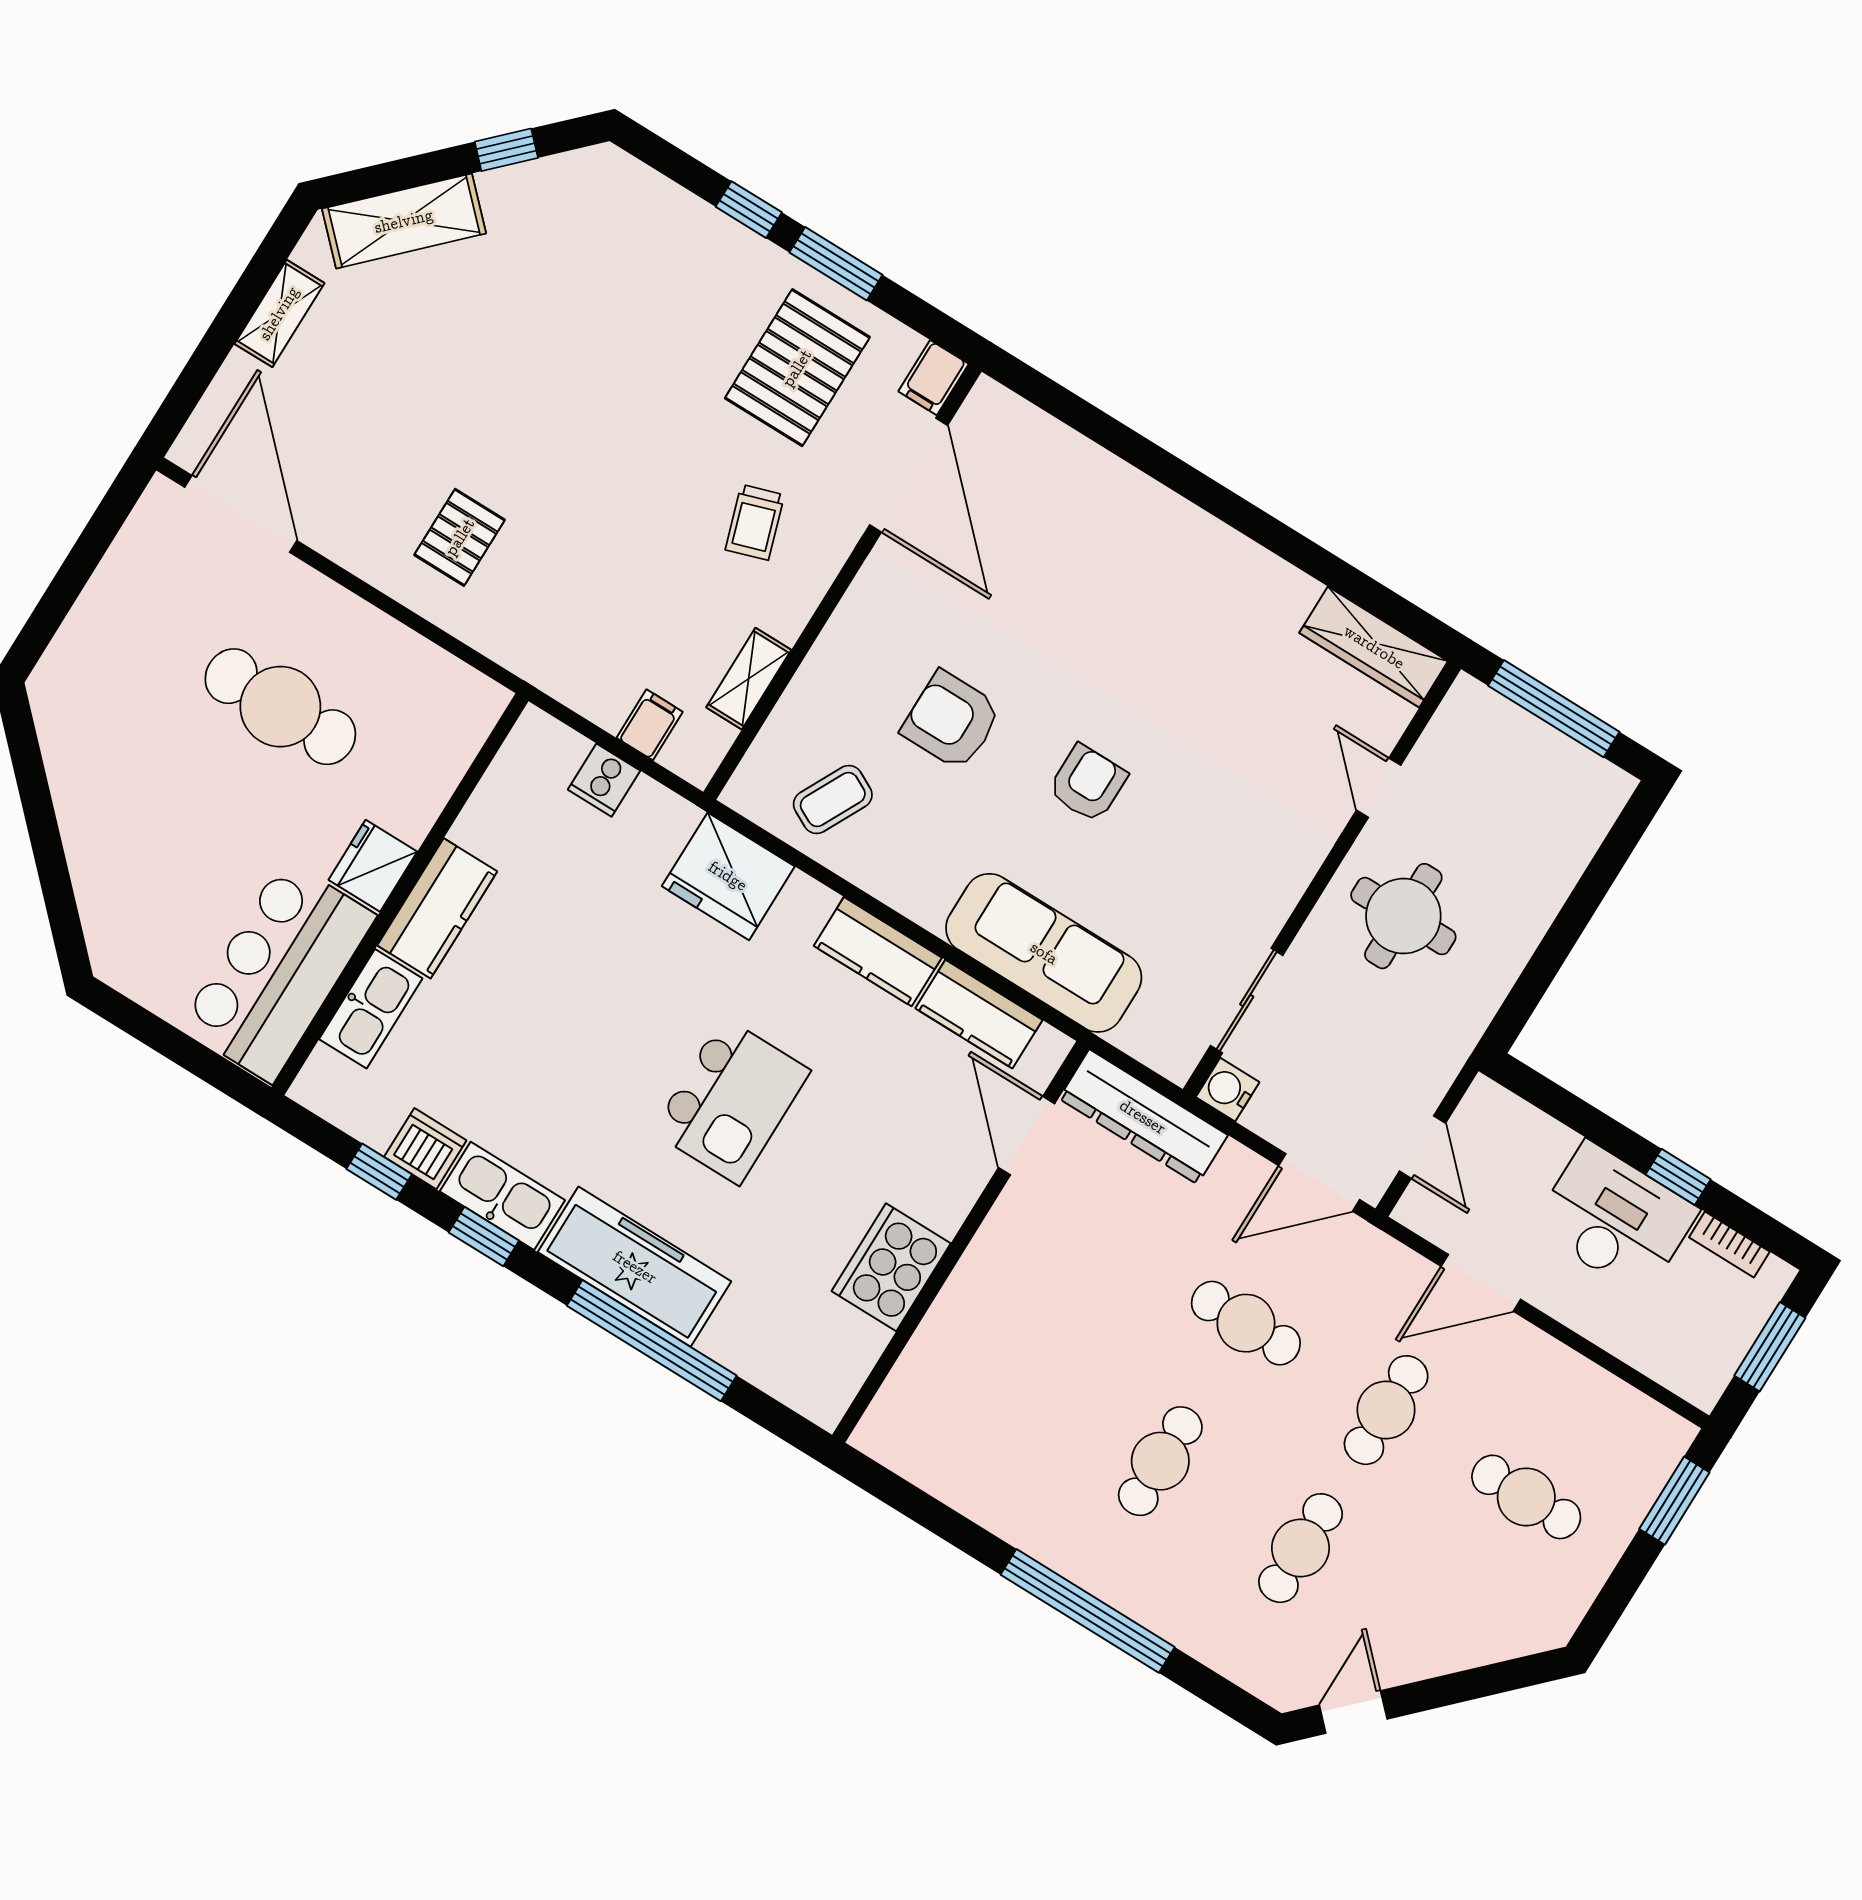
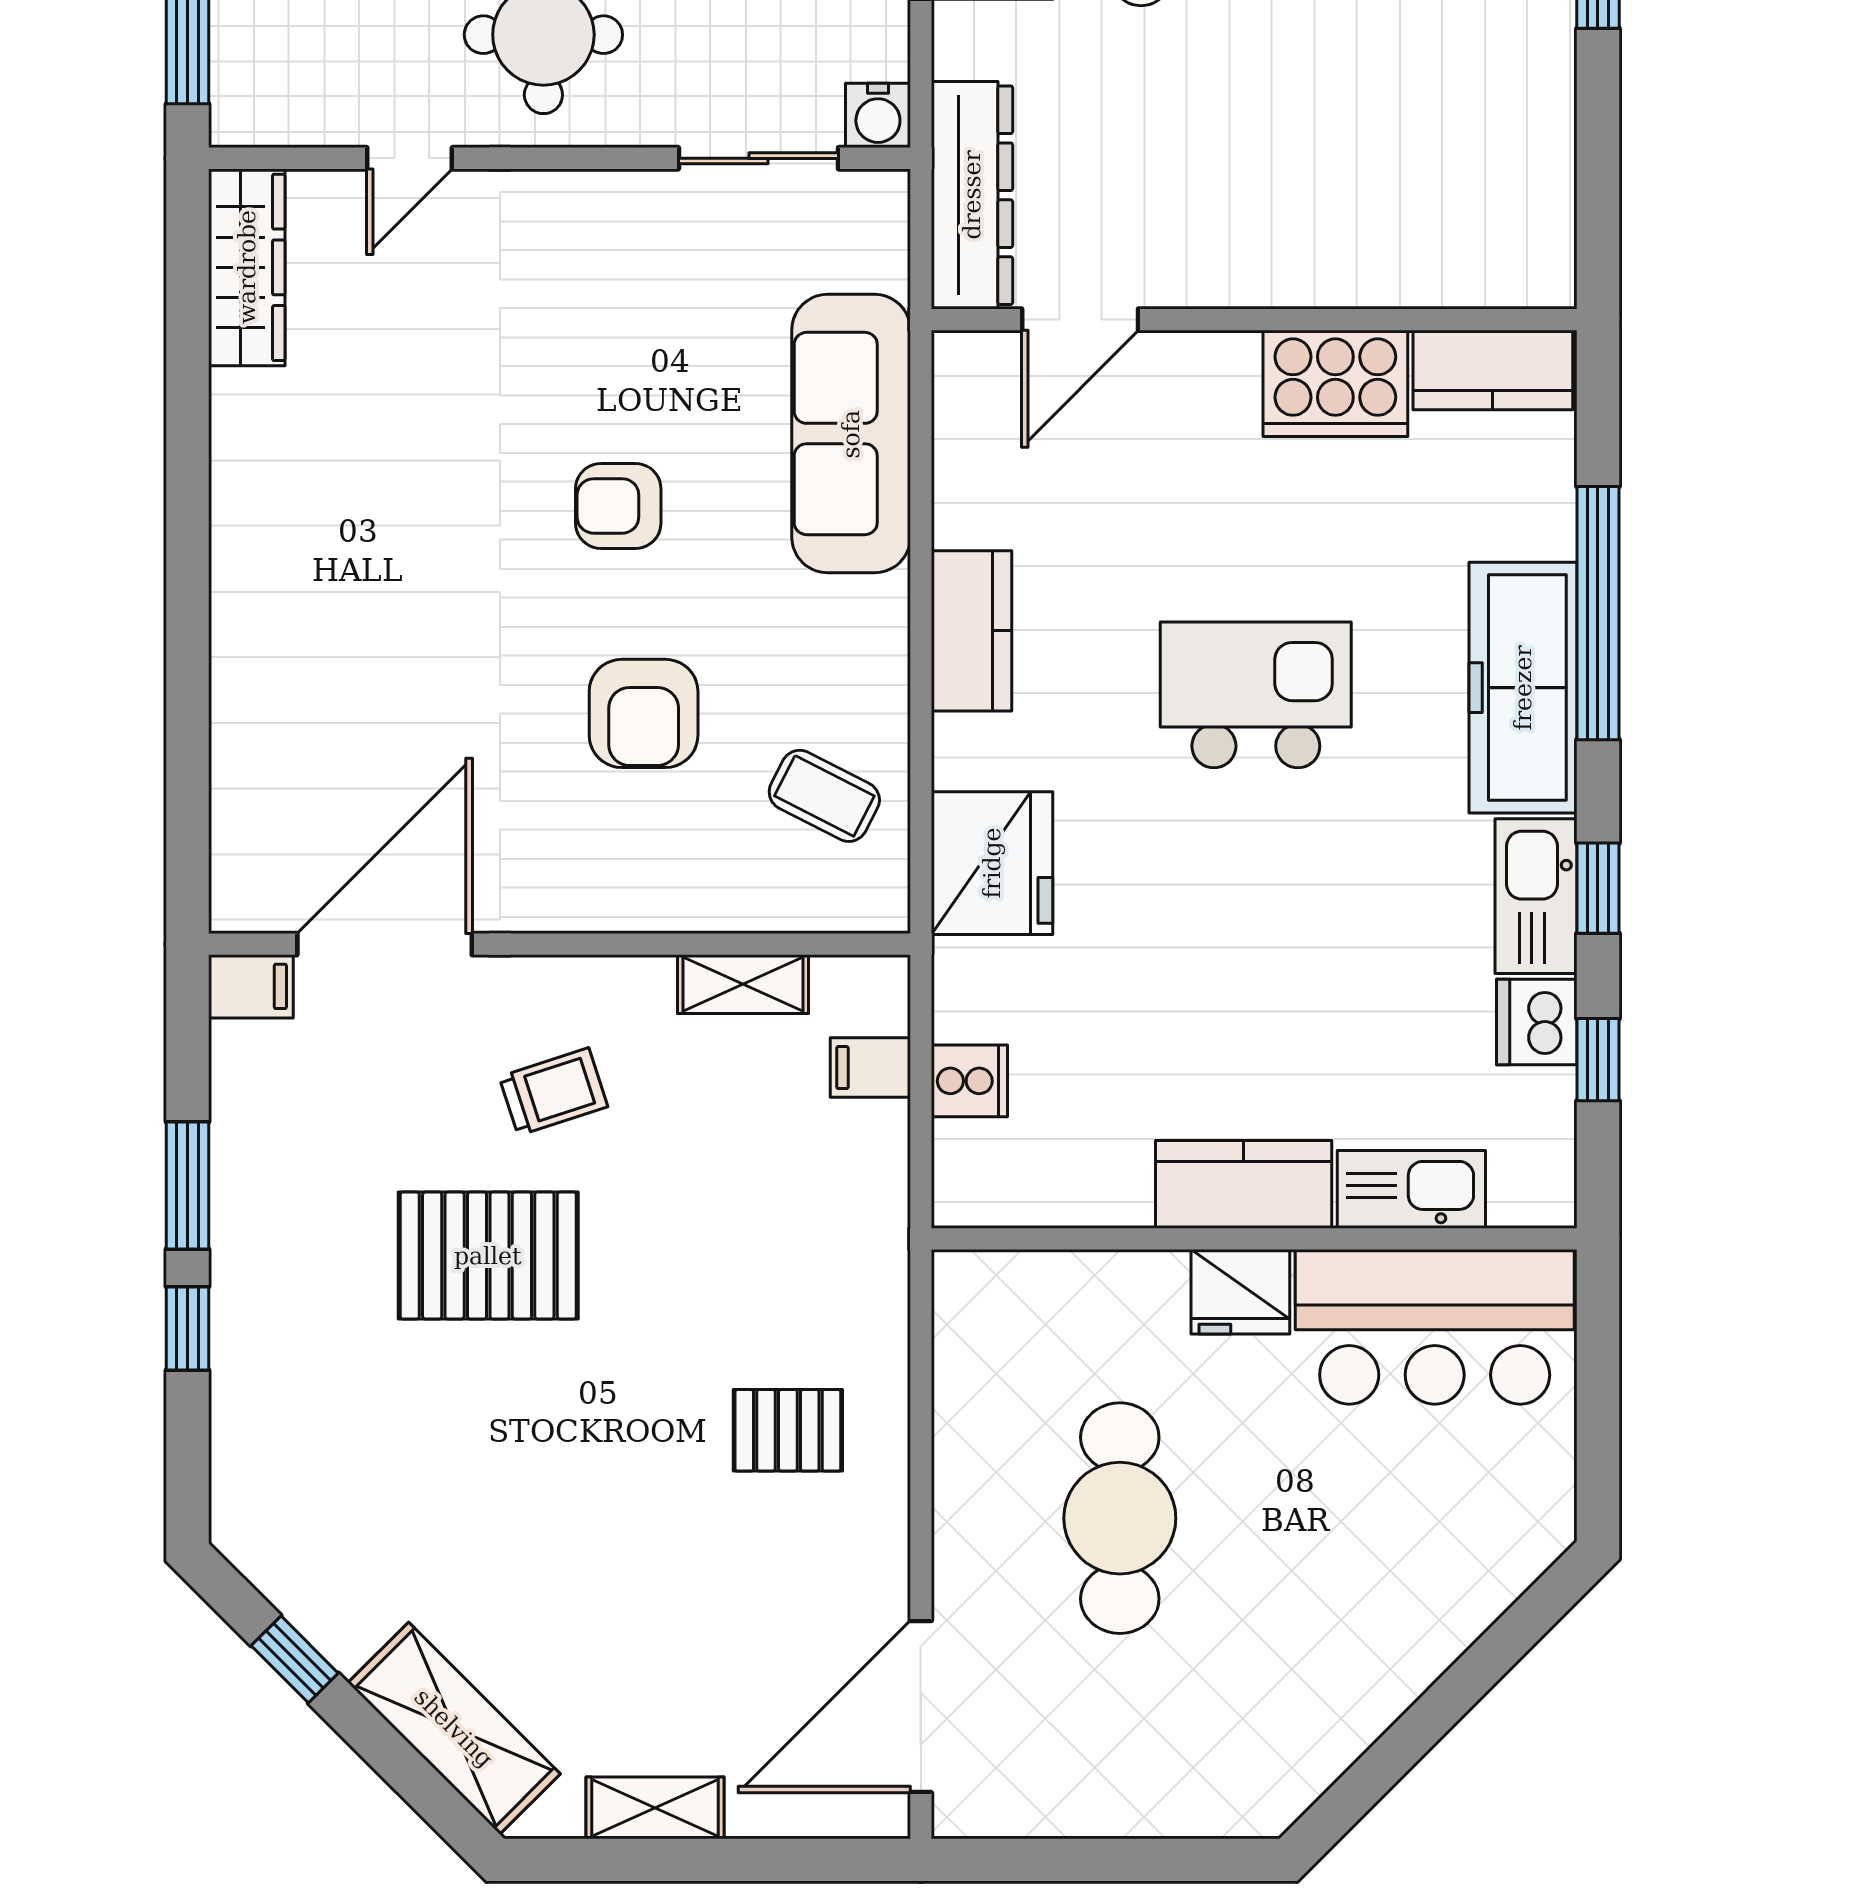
pallet: (797, 368) -> (488, 1256), moved
kitchen counter: (979, 1014) -> (1493, 370), moved, turned 90

